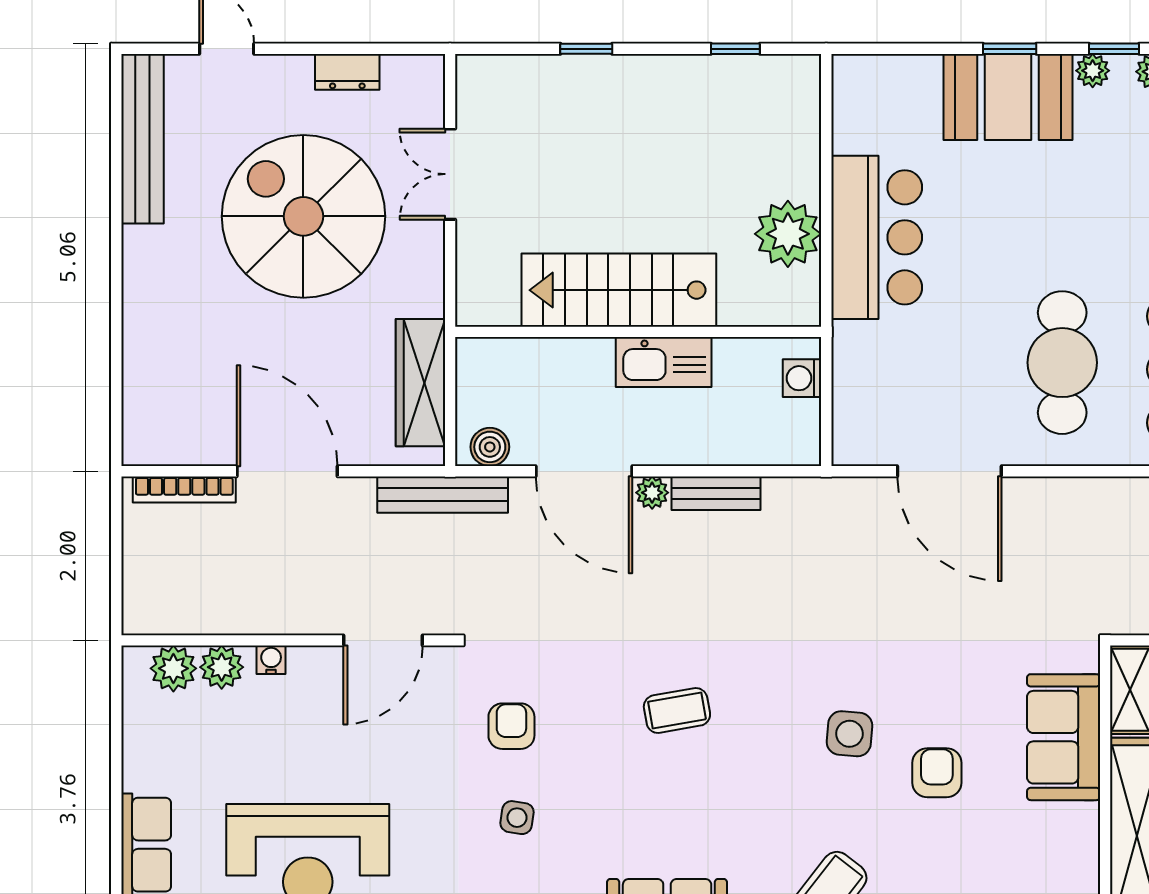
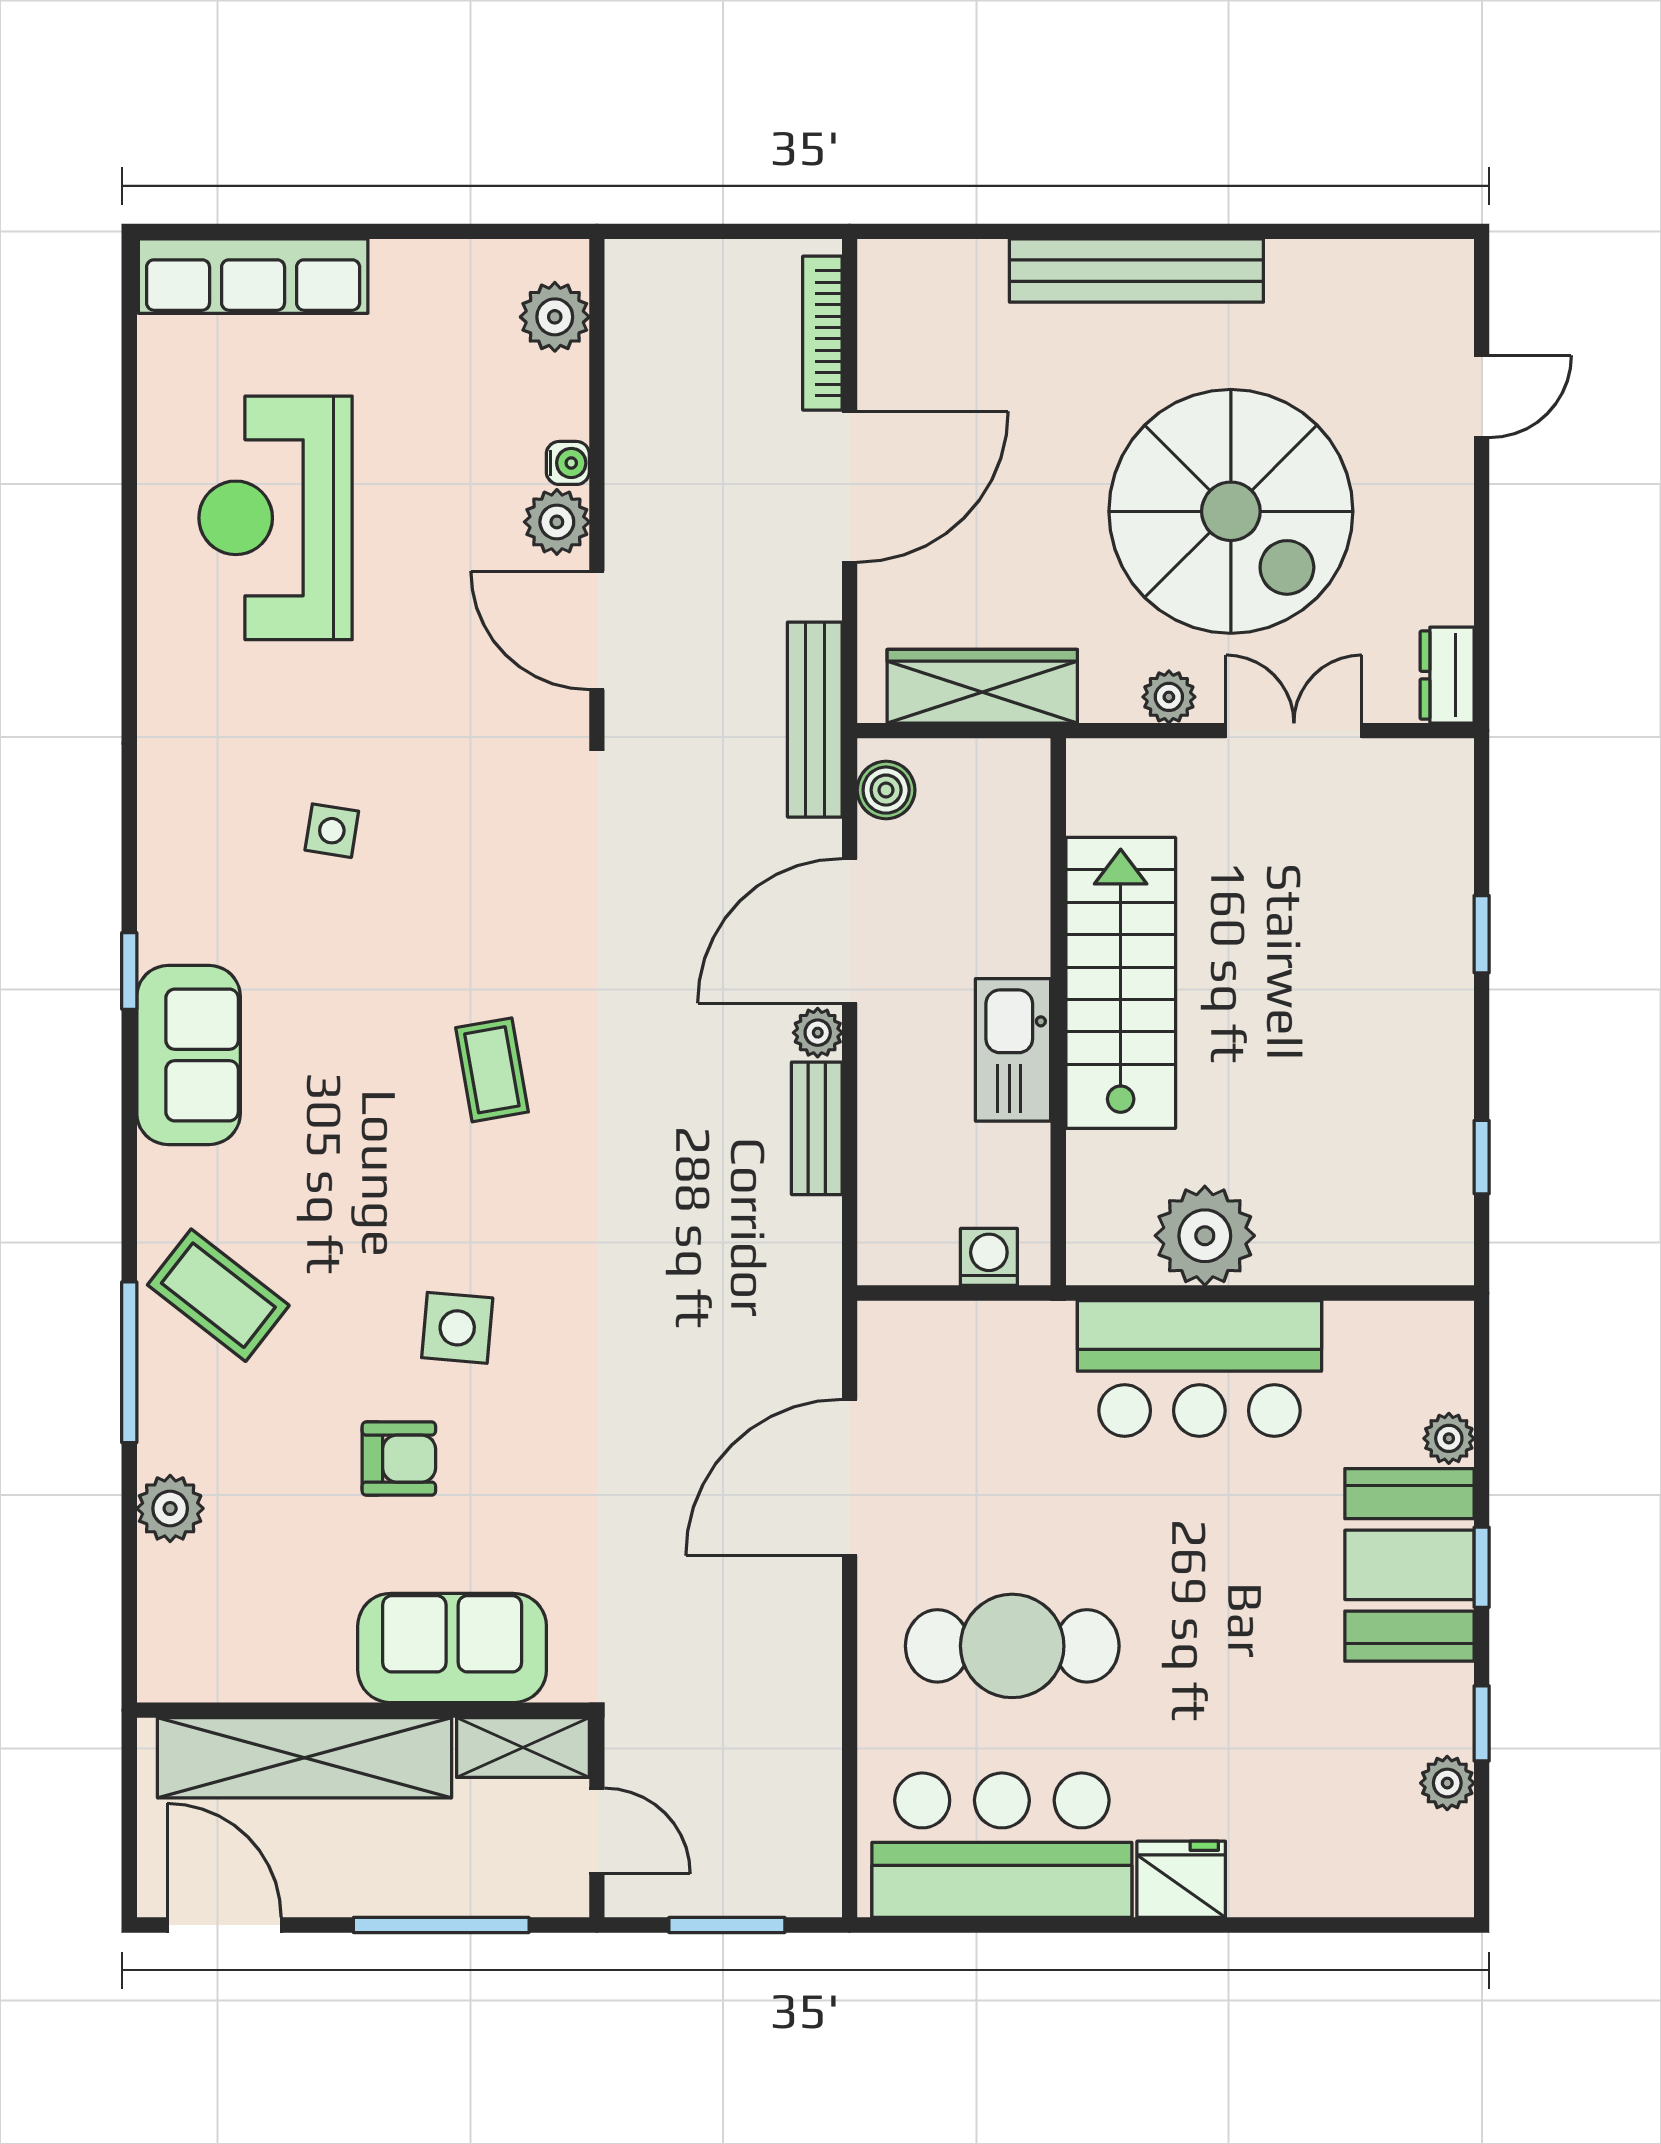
plant: (1093, 71) -> (1449, 1438), moved
dresser: (347, 72) -> (1447, 675), moved
bench: (142, 139) -> (1136, 271), moved
spiral stairs: (303, 216) -> (1231, 511), turned 90
plant: (428, 258) -> (1169, 697), added
plant: (222, 667) -> (557, 522), moved
armchair: (511, 726) -> (469, 822), removed

